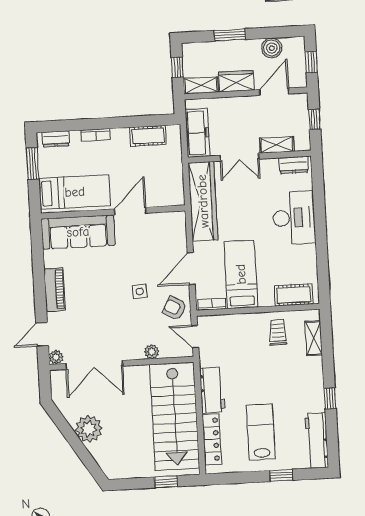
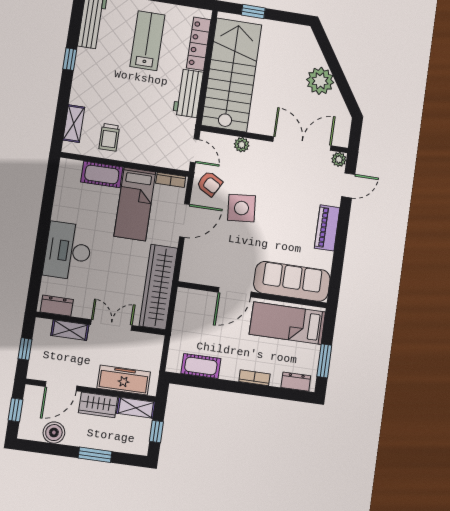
freezer: (197, 133) -> (124, 380), moved, turned 90
side table: (140, 291) -> (241, 208), width x1.87, depth x1.87
cot: (294, 295) -> (102, 174), moved
lab bench: (261, 432) -> (147, 41), turned 180

